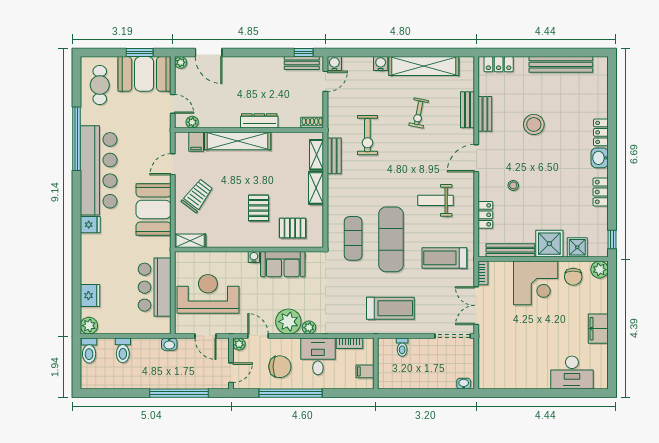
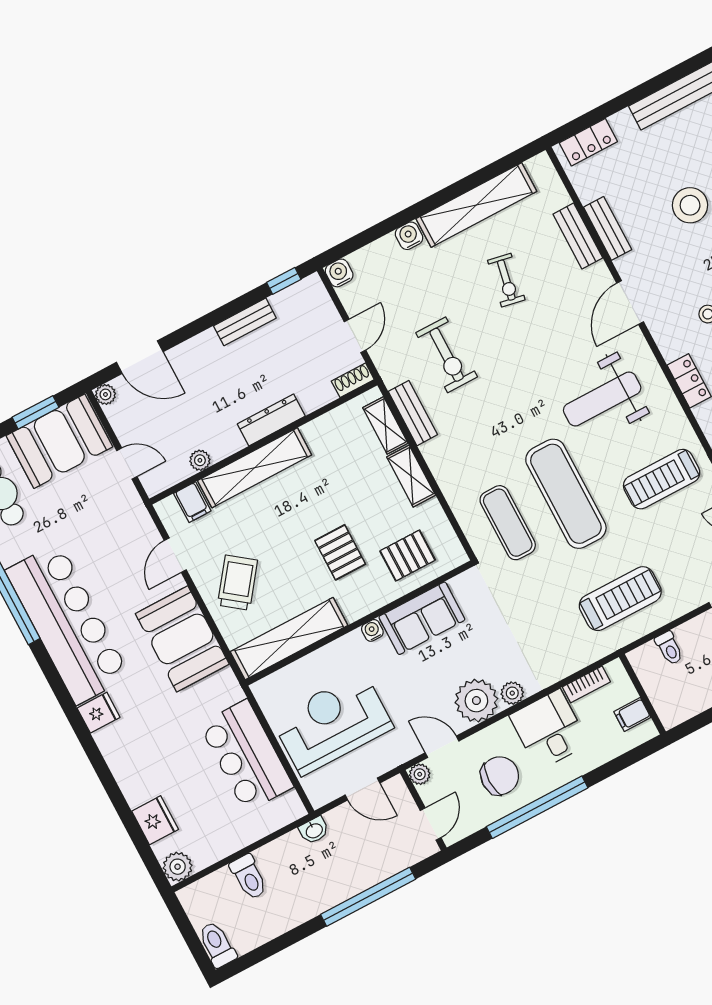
bench: (302, 63) -> (245, 322), moved
door: (325, 81) -> (355, 336), moved
plant: (192, 122) -> (200, 460), moved
weight bench: (436, 200) -> (602, 399), width x1.36, depth x1.33
shelving: (190, 241) -> (289, 639), width x2.20, depth x1.33
toilet: (89, 351) -> (217, 945), moved, turned 180

